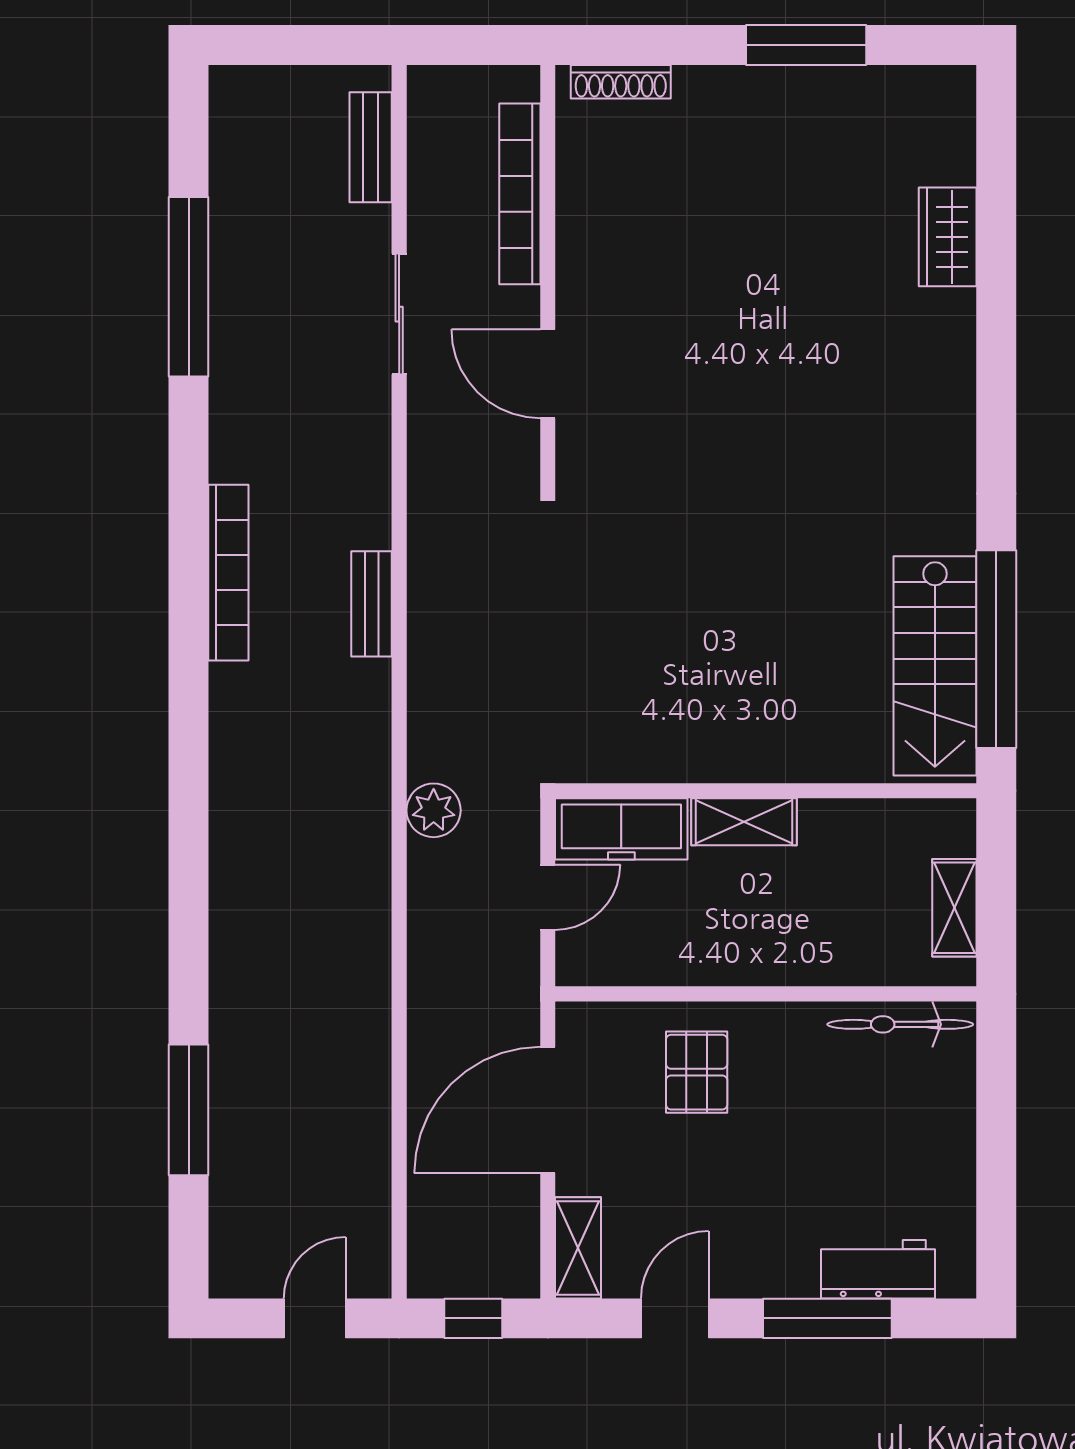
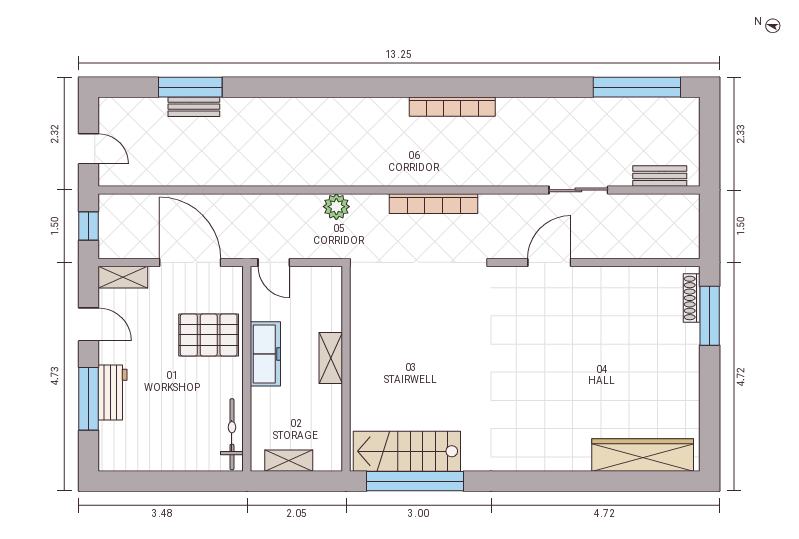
window: (806, 45) -> (710, 316), moved
bookcase: (520, 194) -> (434, 204), moved, turned 180
wardrobe: (948, 237) -> (643, 455), width x2.10, depth x1.17
window: (189, 287) -> (637, 87), moved
bench: (372, 604) -> (194, 107), moved
freezer: (621, 829) -> (265, 354), moved, turned 180
door: (548, 897) -> (274, 262), moved
pallet: (697, 1072) -> (209, 335), width x1.50, depth x1.42
workbench: (878, 1269) -> (113, 393), moved

